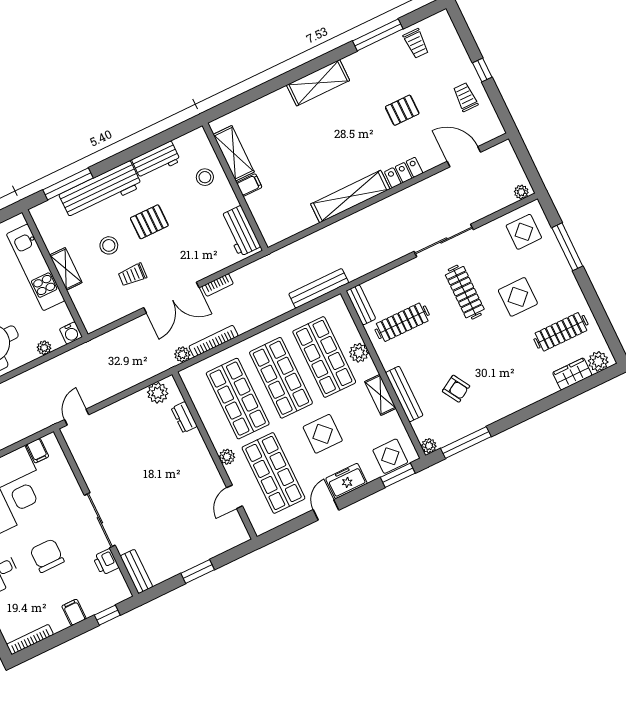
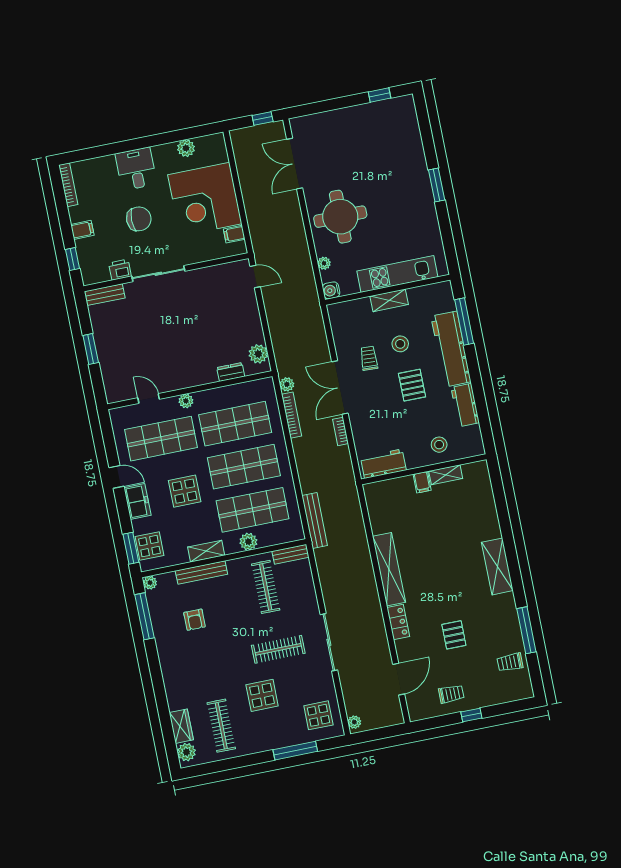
shelving: (234, 153) -> (446, 475), width x0.67, depth x0.75
armchair: (456, 389) -> (195, 620), turned -59

